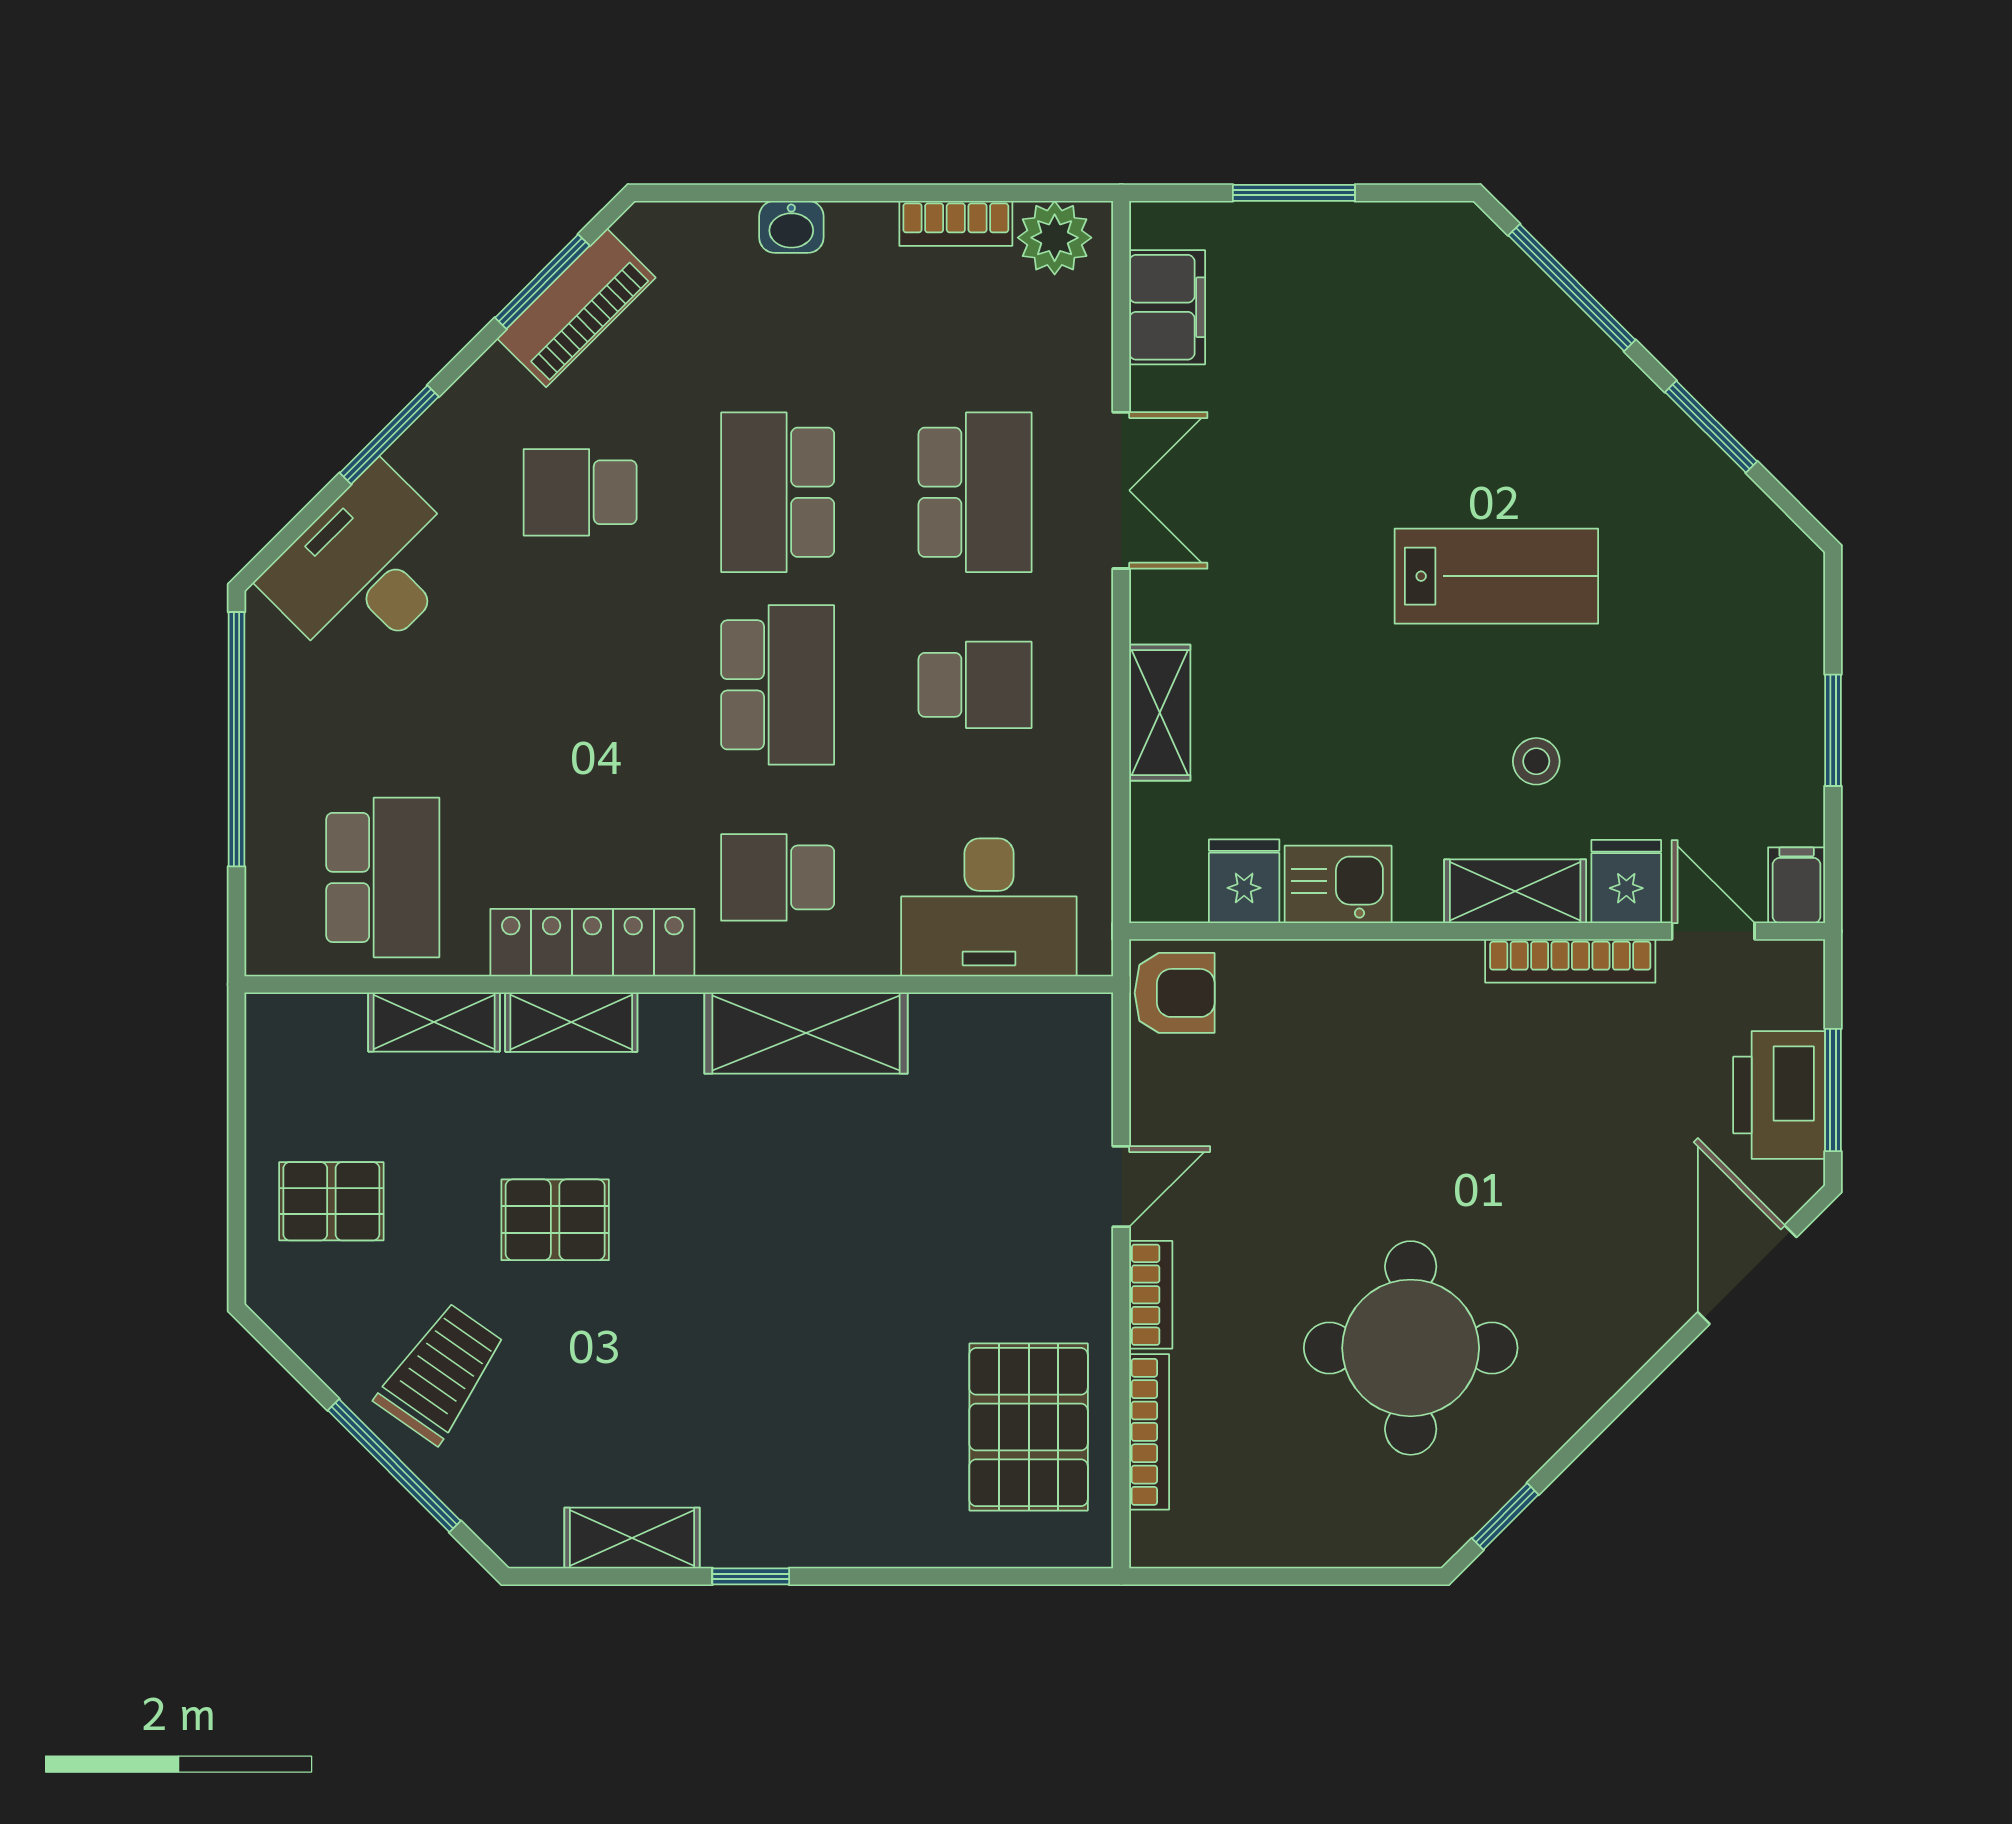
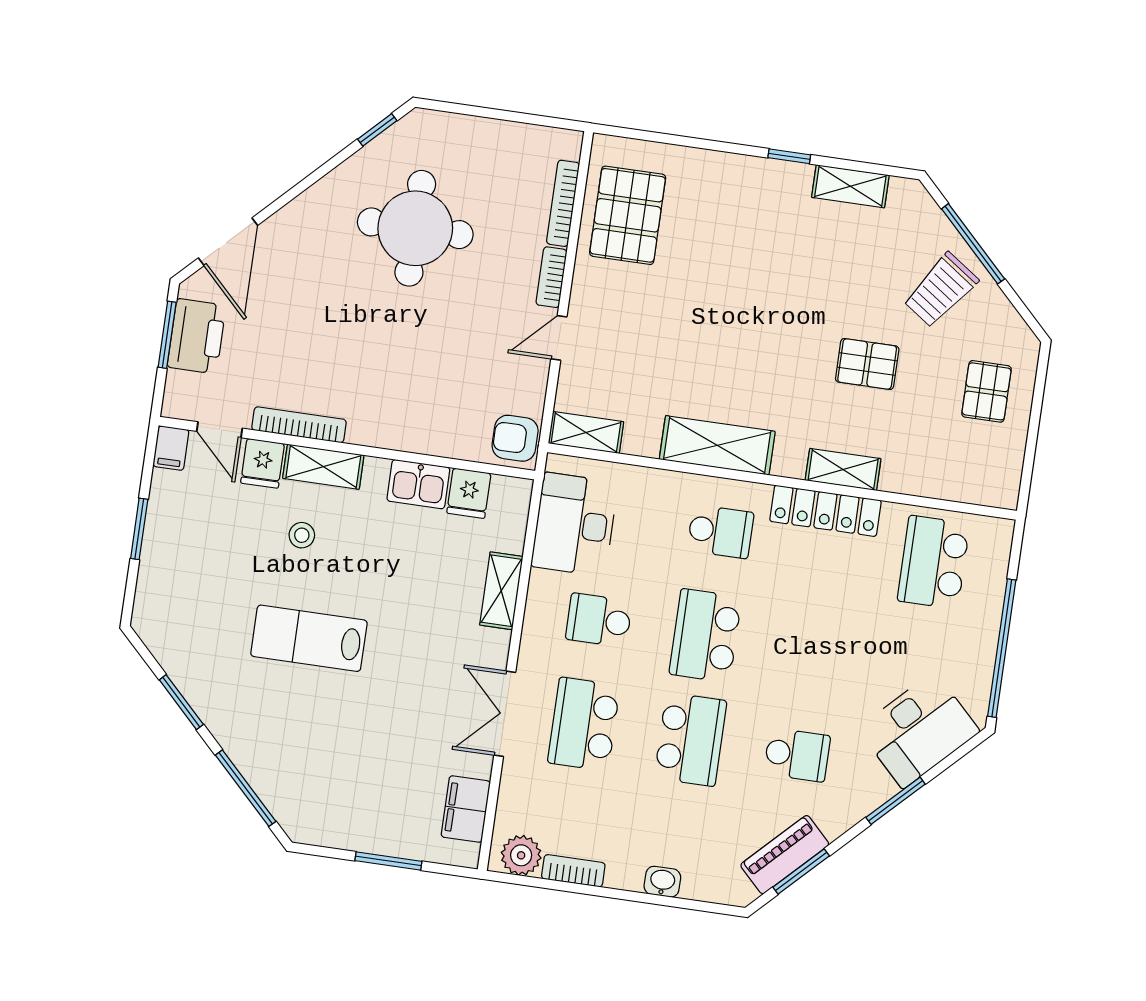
desk: (989, 907) -> (574, 524), moved, turned -90
shelving: (434, 1022) -> (586, 433), moved
pallet: (331, 1201) -> (987, 391), turned 90

